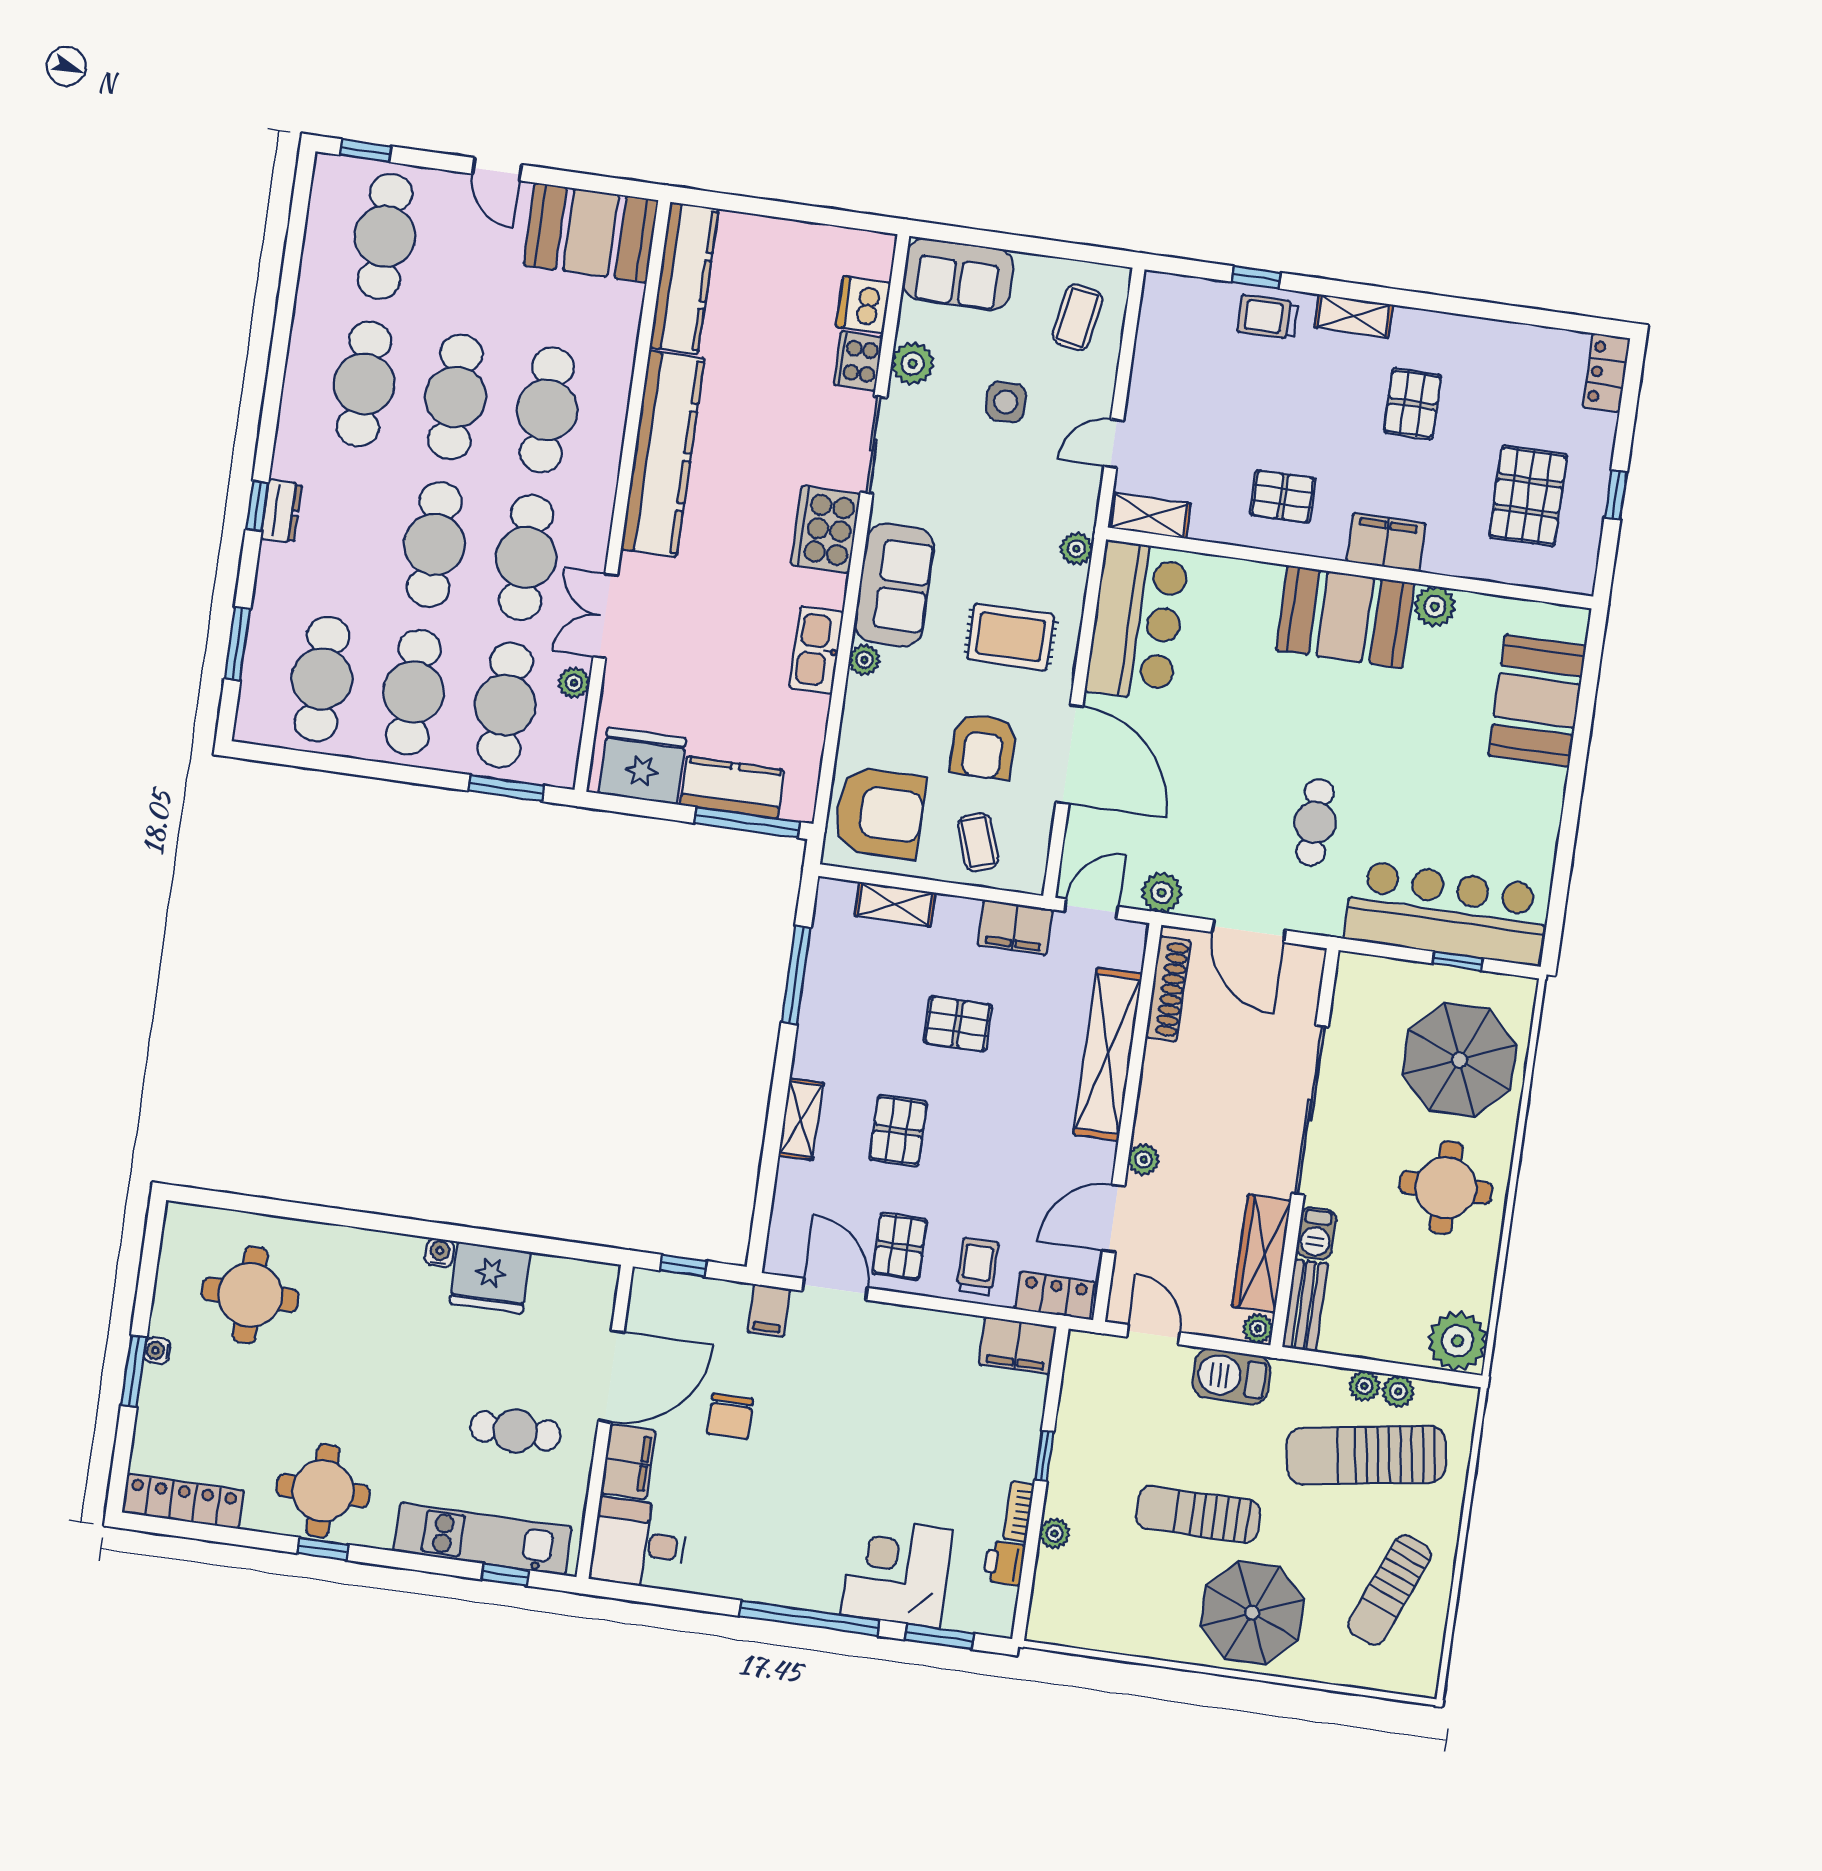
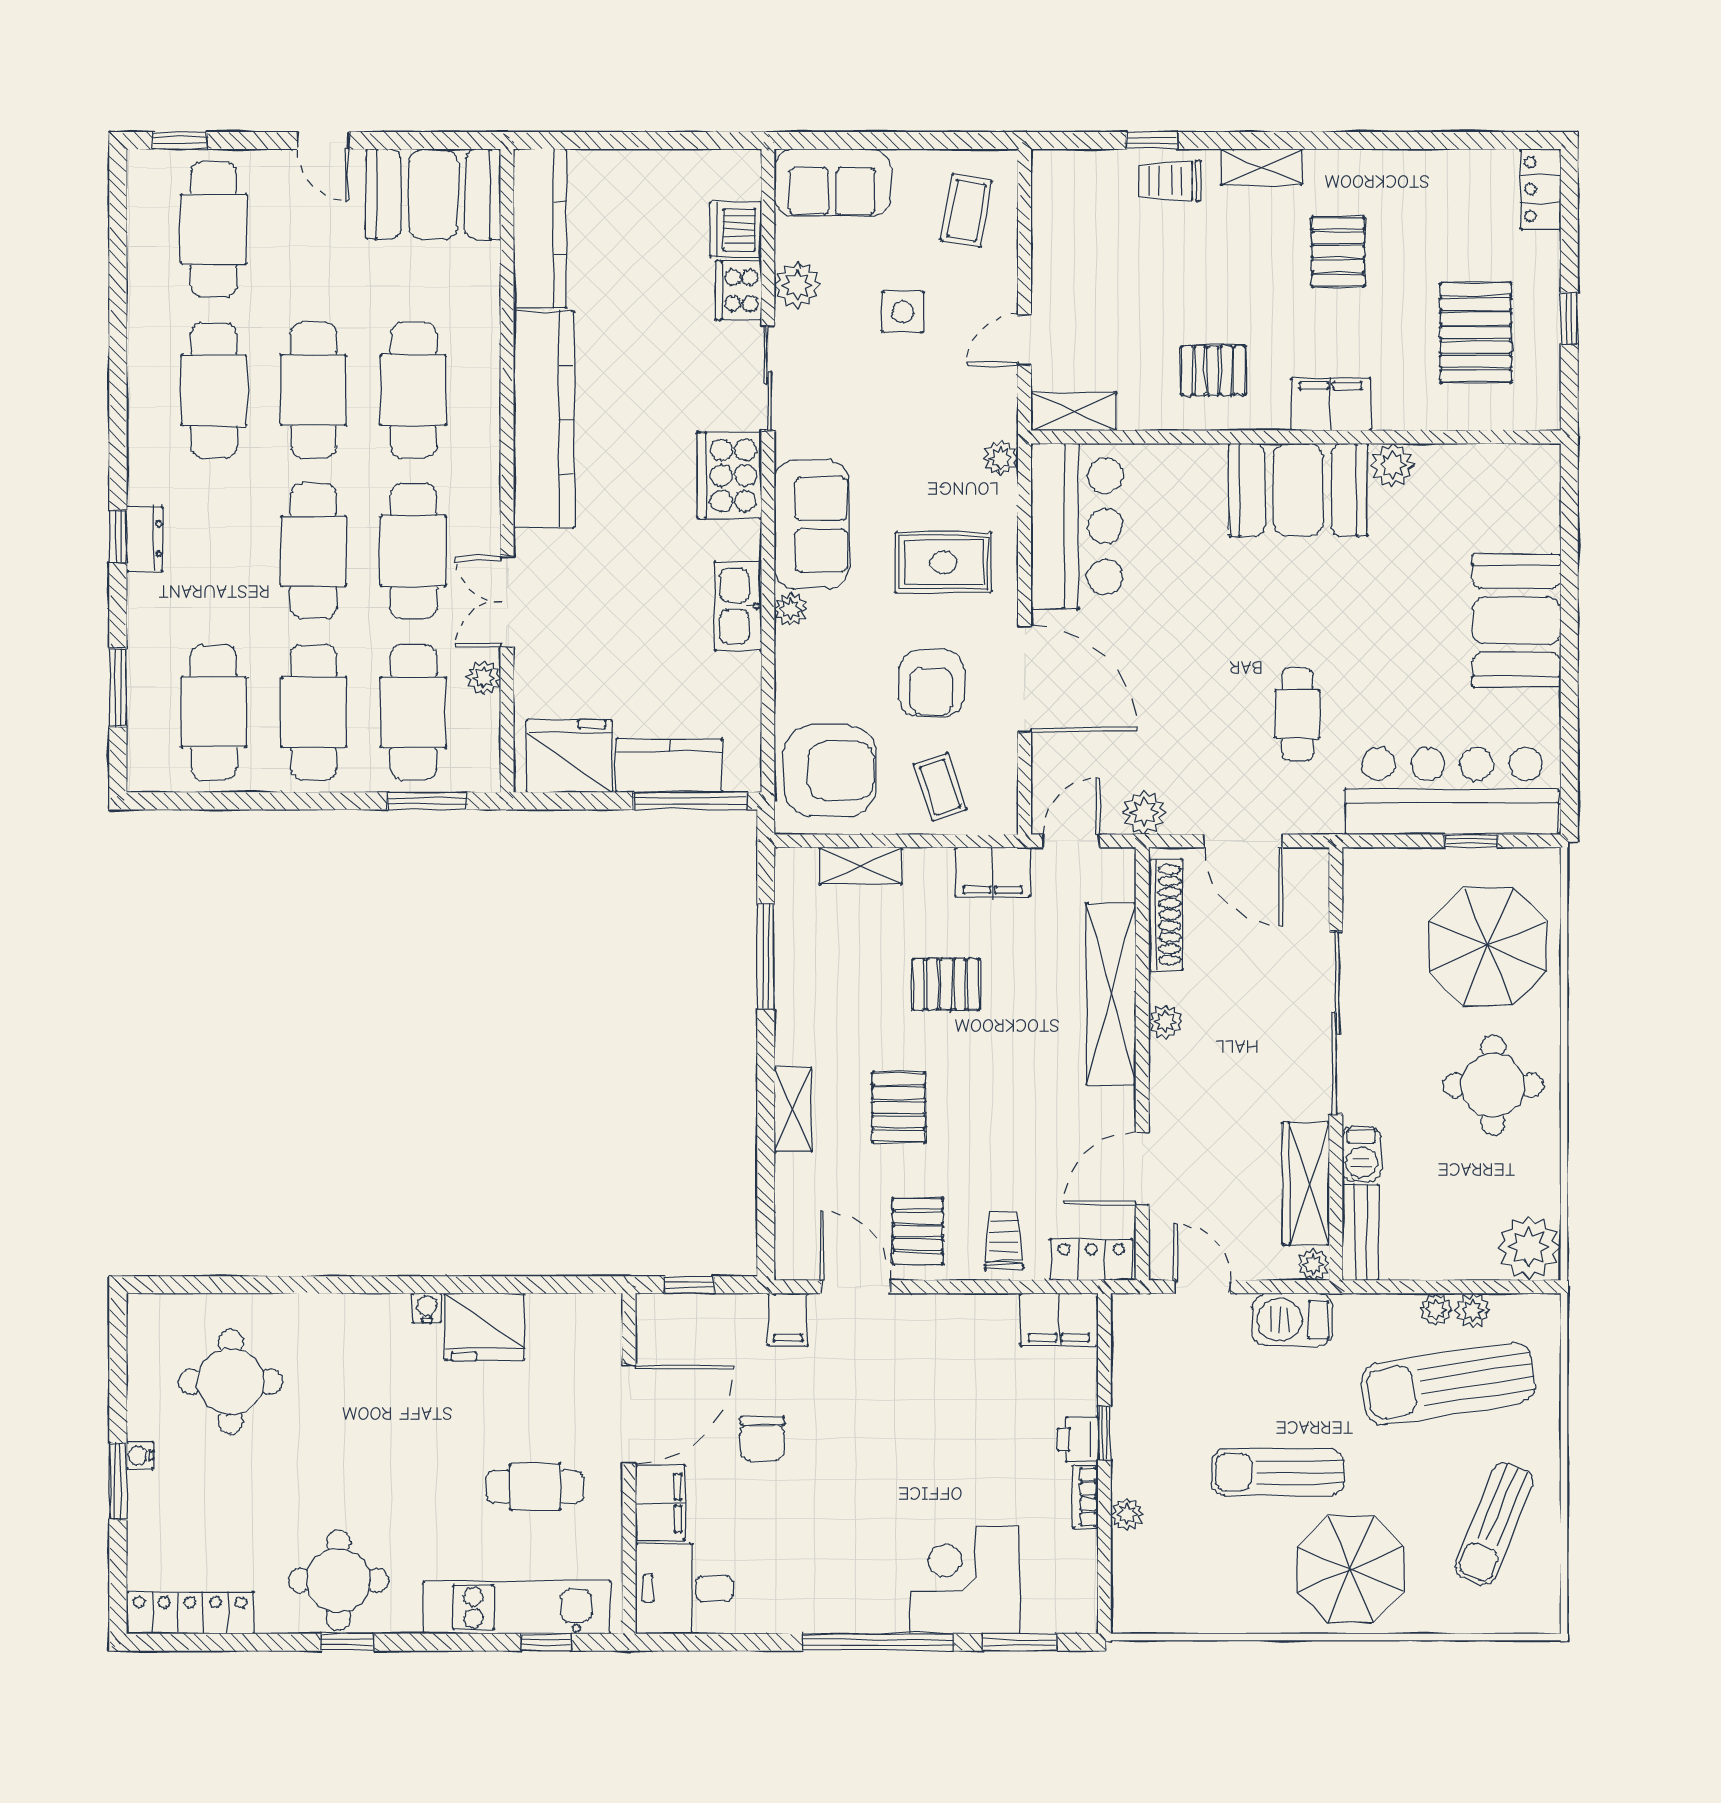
booth: (1537, 701) -> (1516, 621), moved
plant: (1144, 1160) -> (1165, 1022), moved
printer: (1004, 1563) -> (1078, 1440), moved

